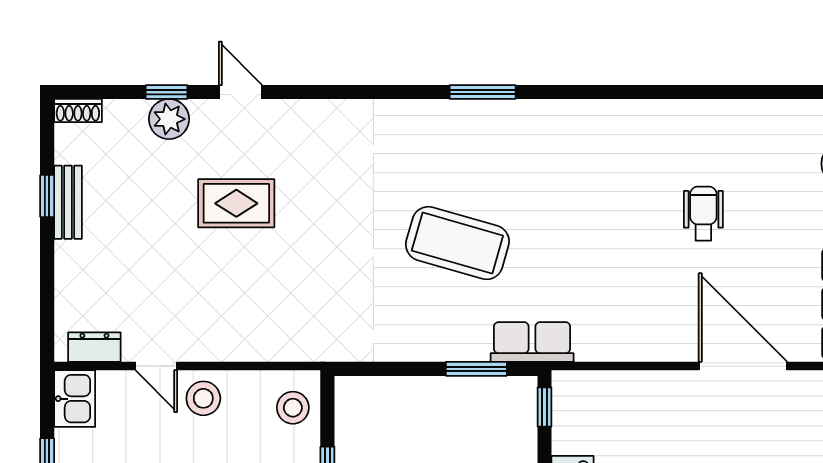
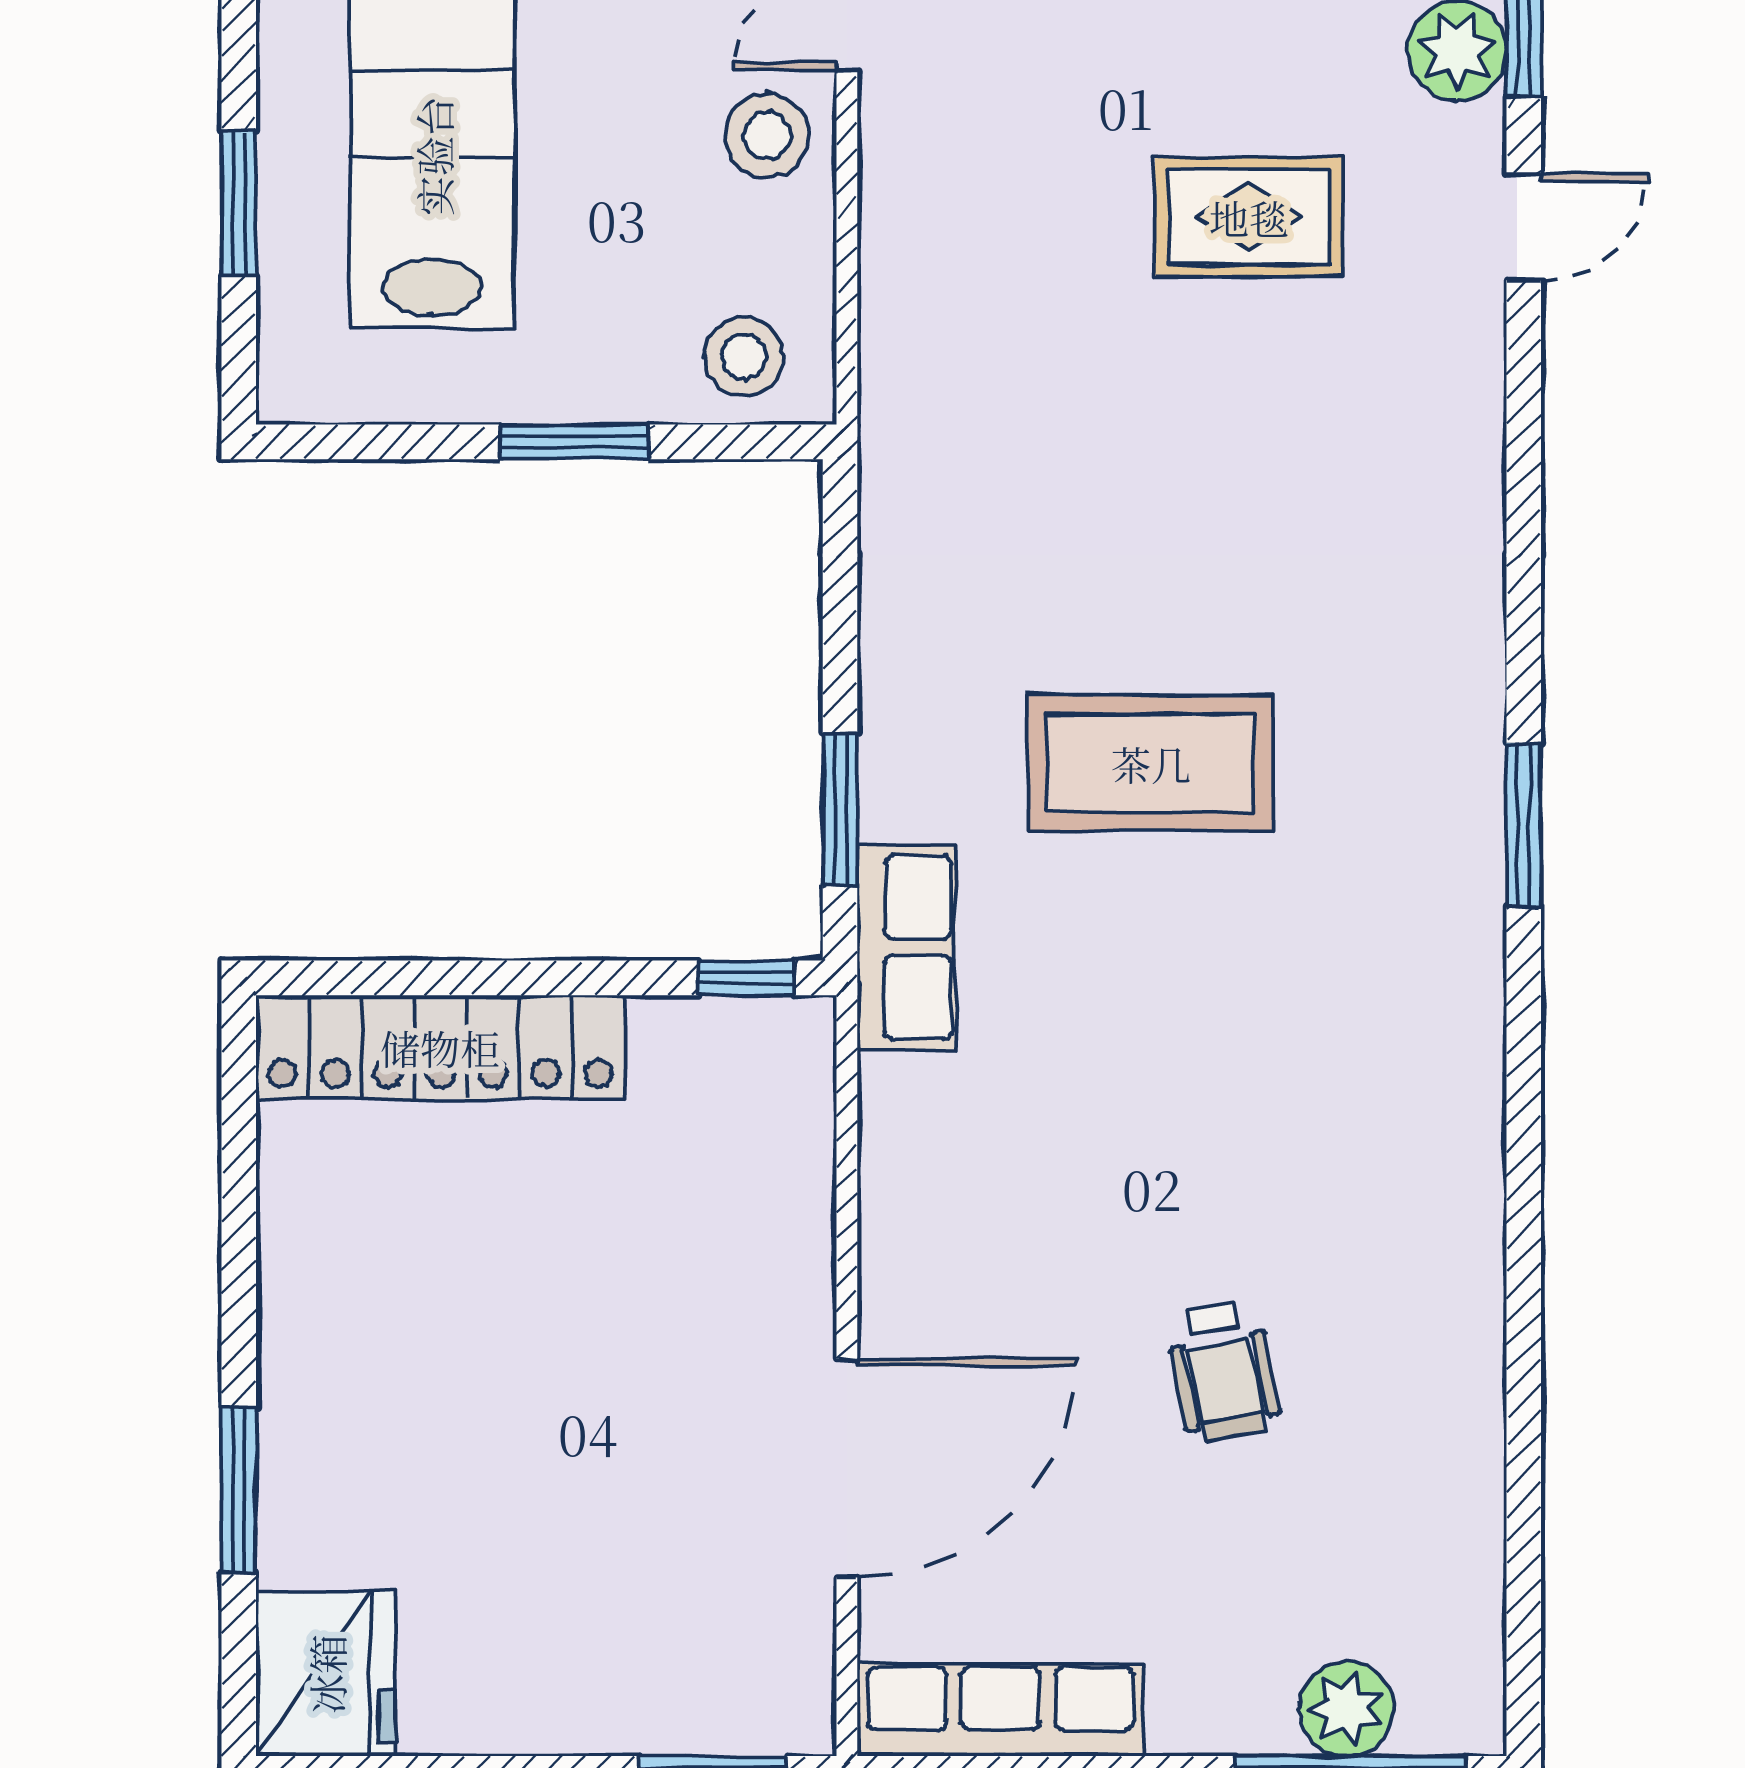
rug: (236, 203) -> (1249, 217), turned 90
wheelchair: (703, 214) -> (1223, 1370), turned 79
coffee table: (457, 243) -> (1151, 763), turned 74

